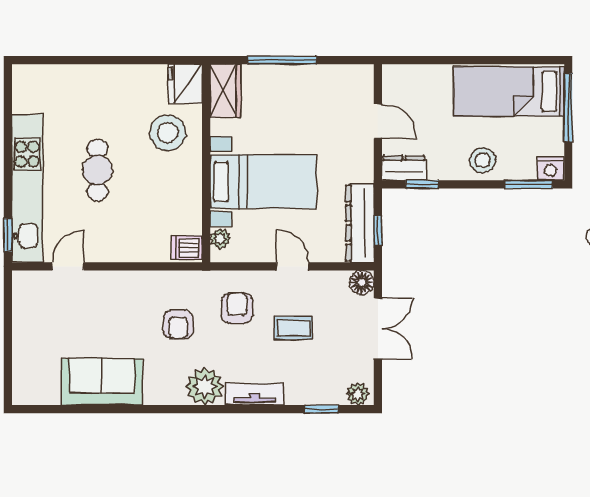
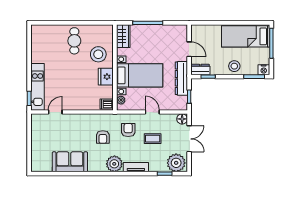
fridge: (185, 84) -> (106, 77), moved
cafe table: (97, 170) -> (74, 41), moved
kitchen unit: (27, 188) -> (38, 87), width x0.73
dresser: (360, 223) -> (181, 78), moved
plant: (358, 394) -> (176, 163), width x1.88, depth x1.88

